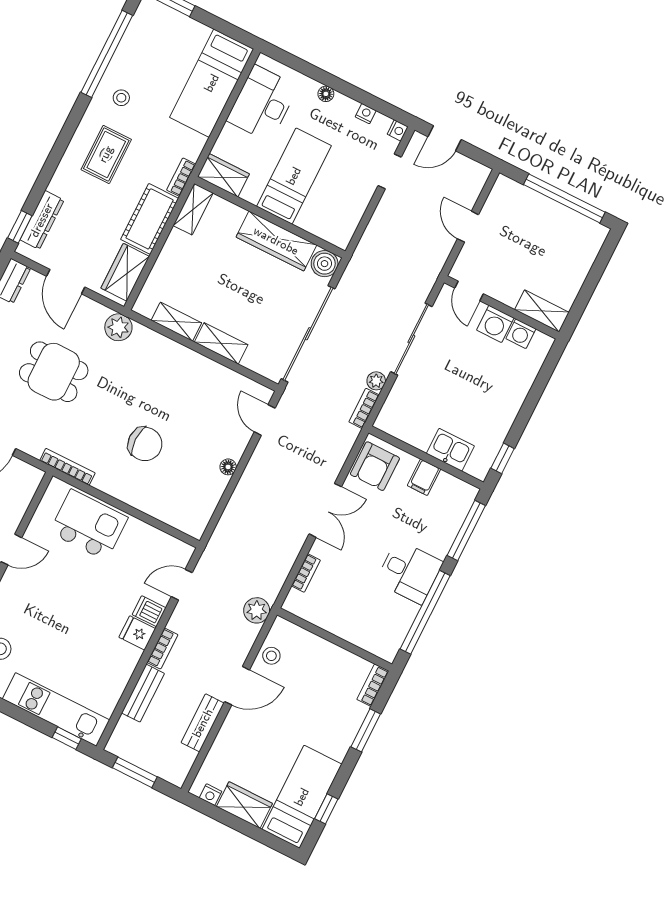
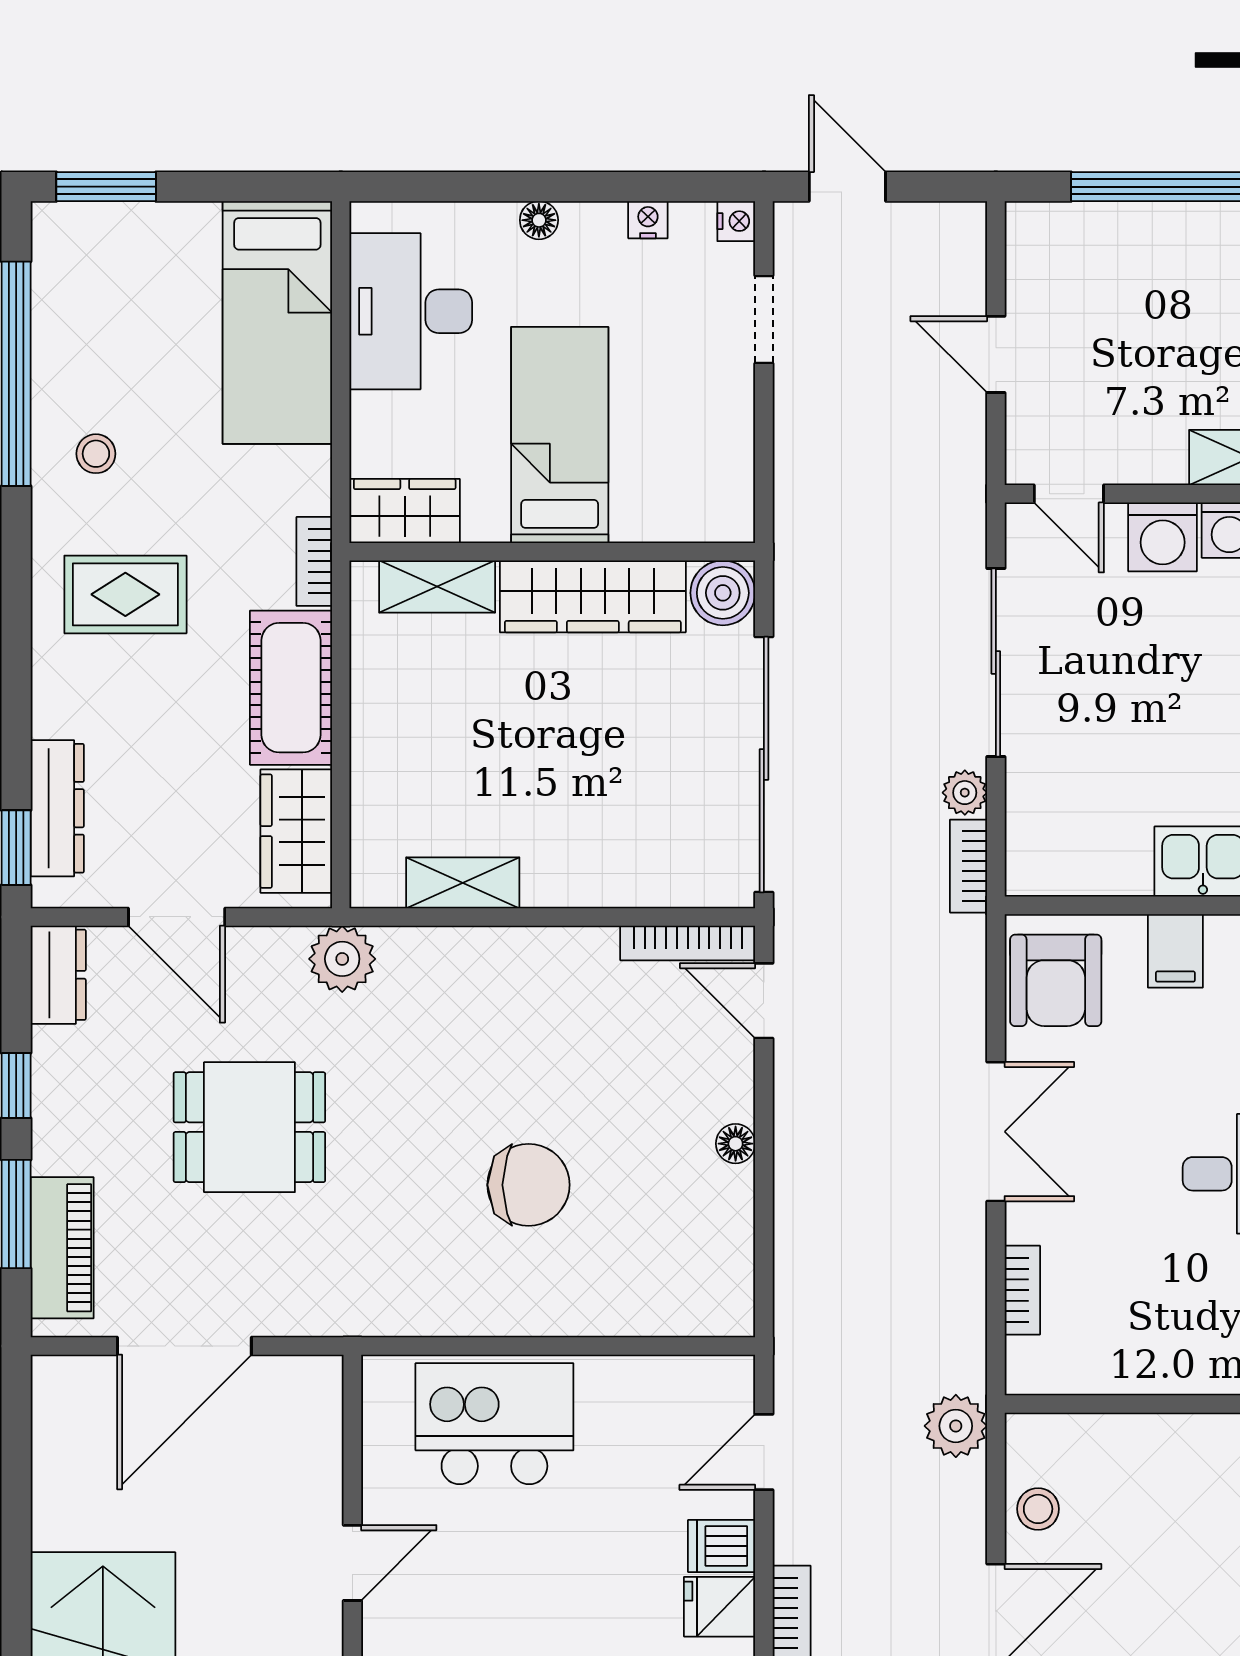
door: (445, 138) -> (847, 187), swing flipped
rug: (106, 154) -> (125, 594), turned 90
shelving: (193, 209) -> (437, 587), moved, turned 90
shelving: (221, 343) -> (584, 881), removed
bookcase: (67, 467) -> (688, 943), moved, turned 180

